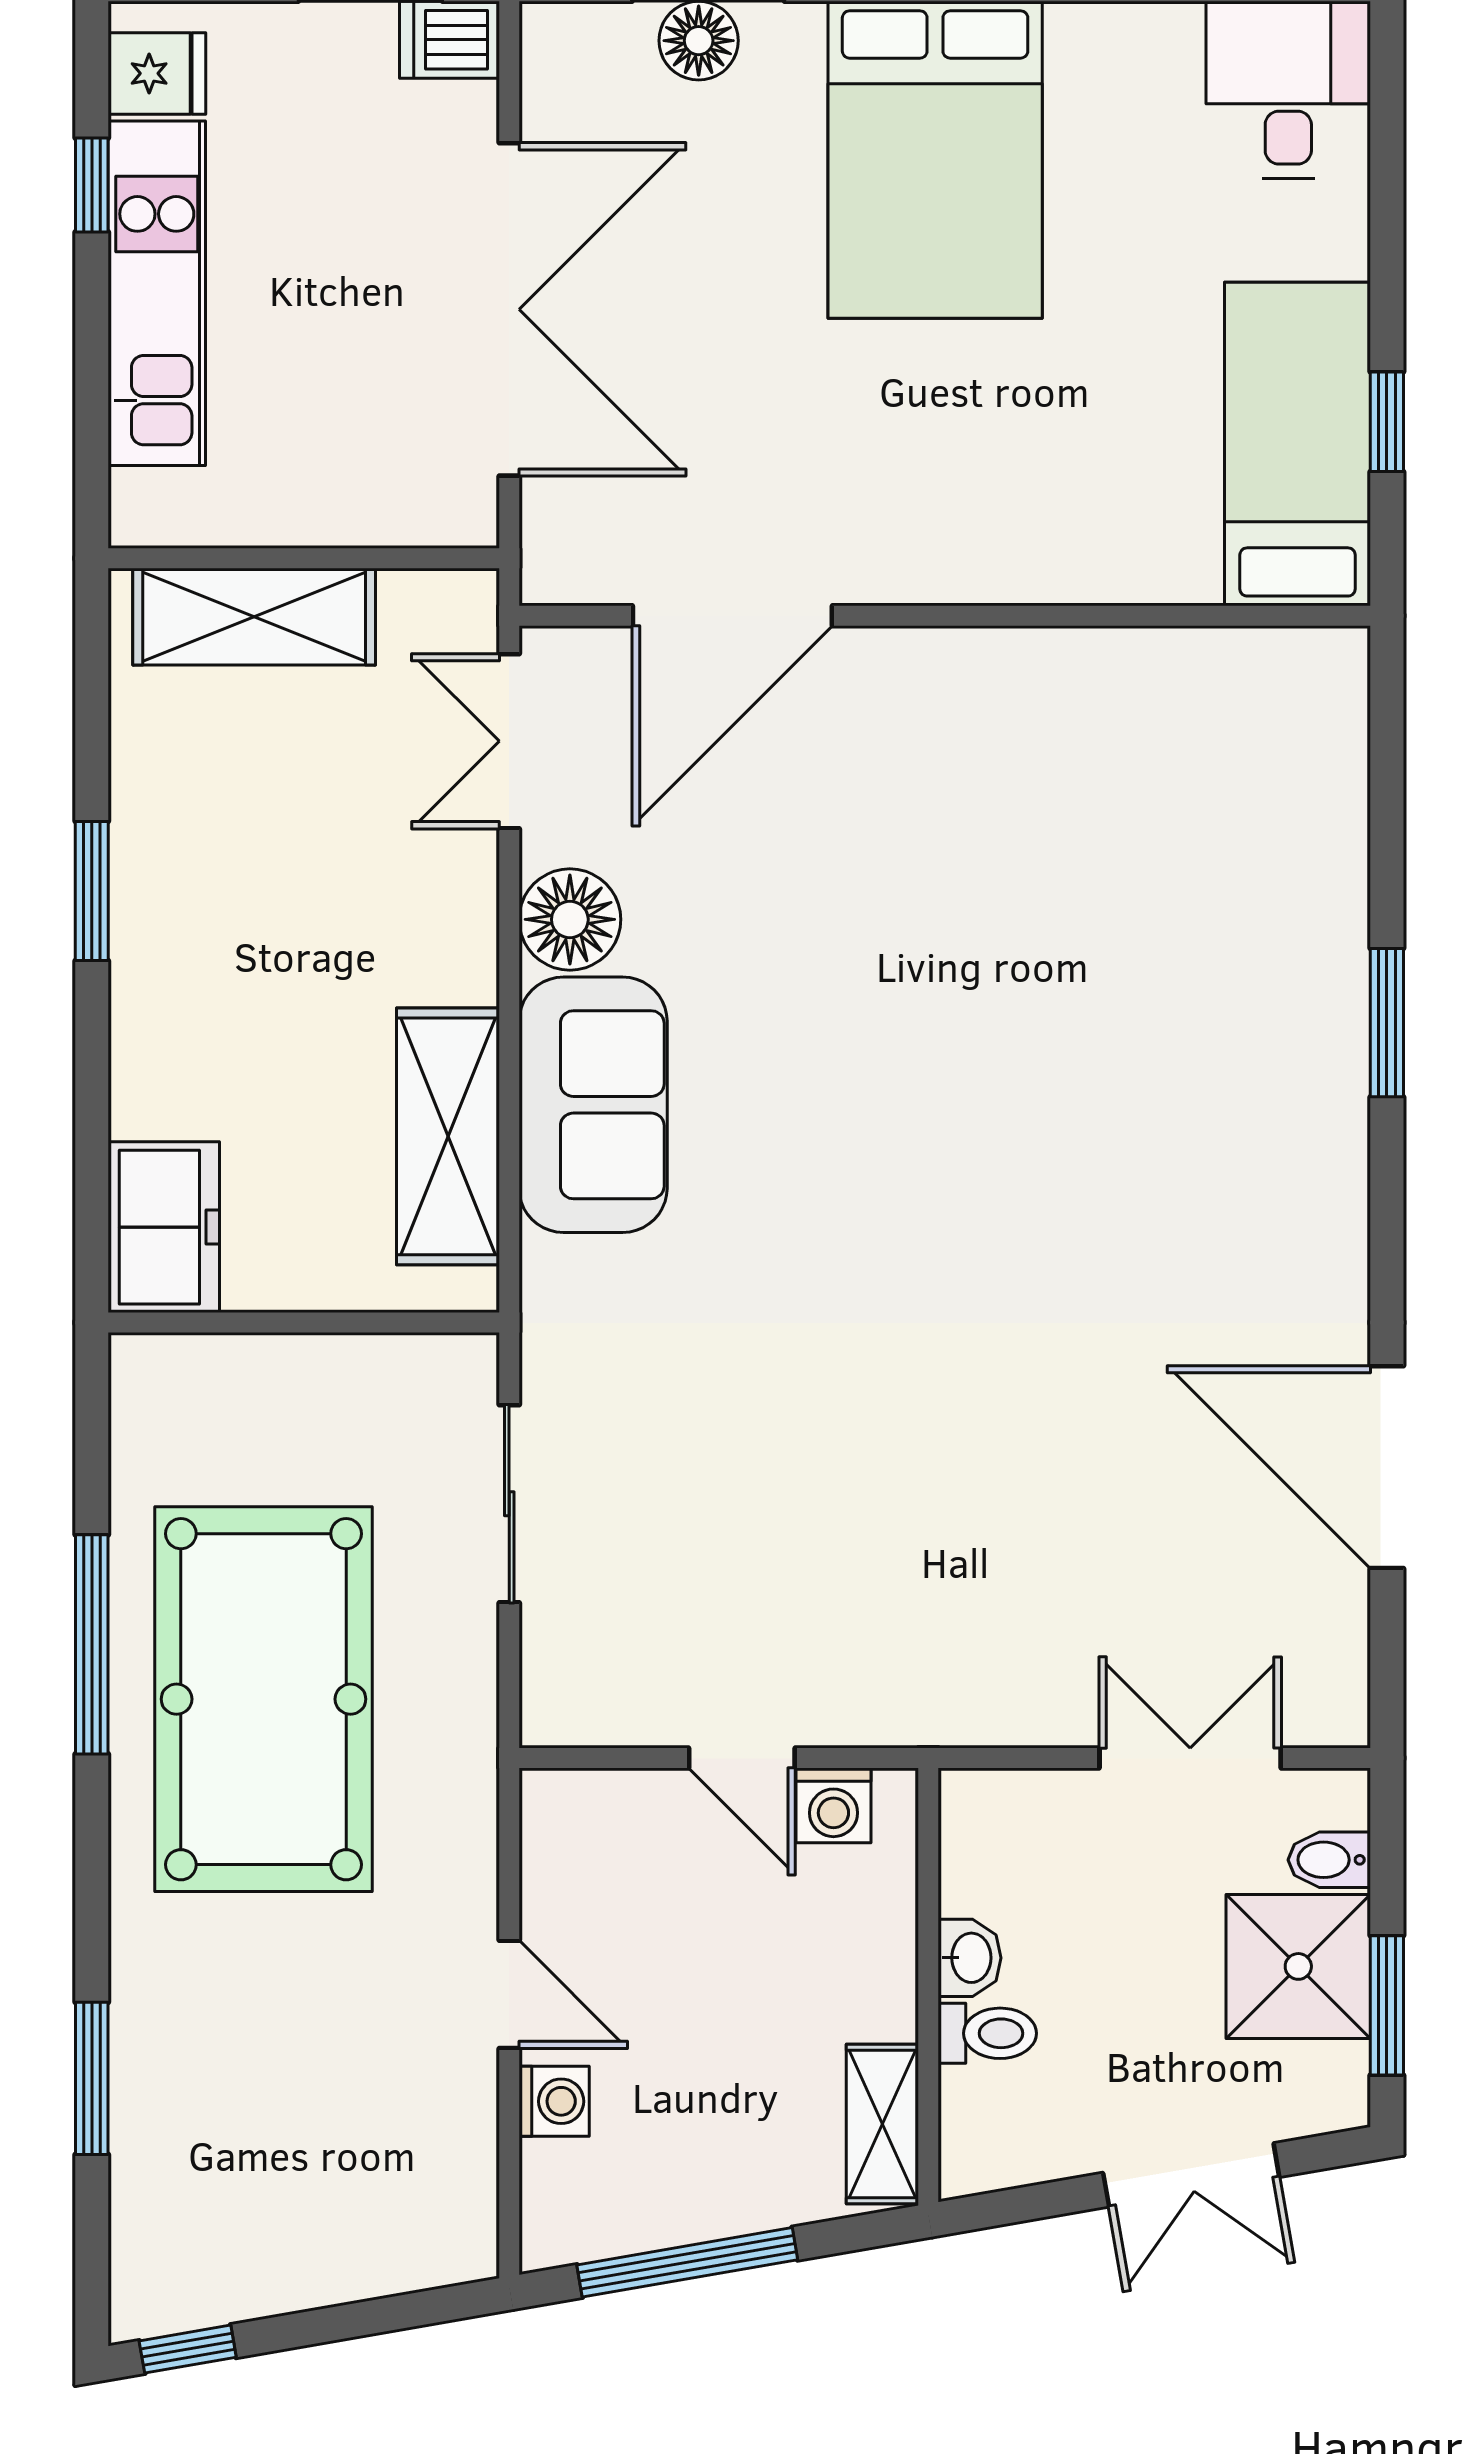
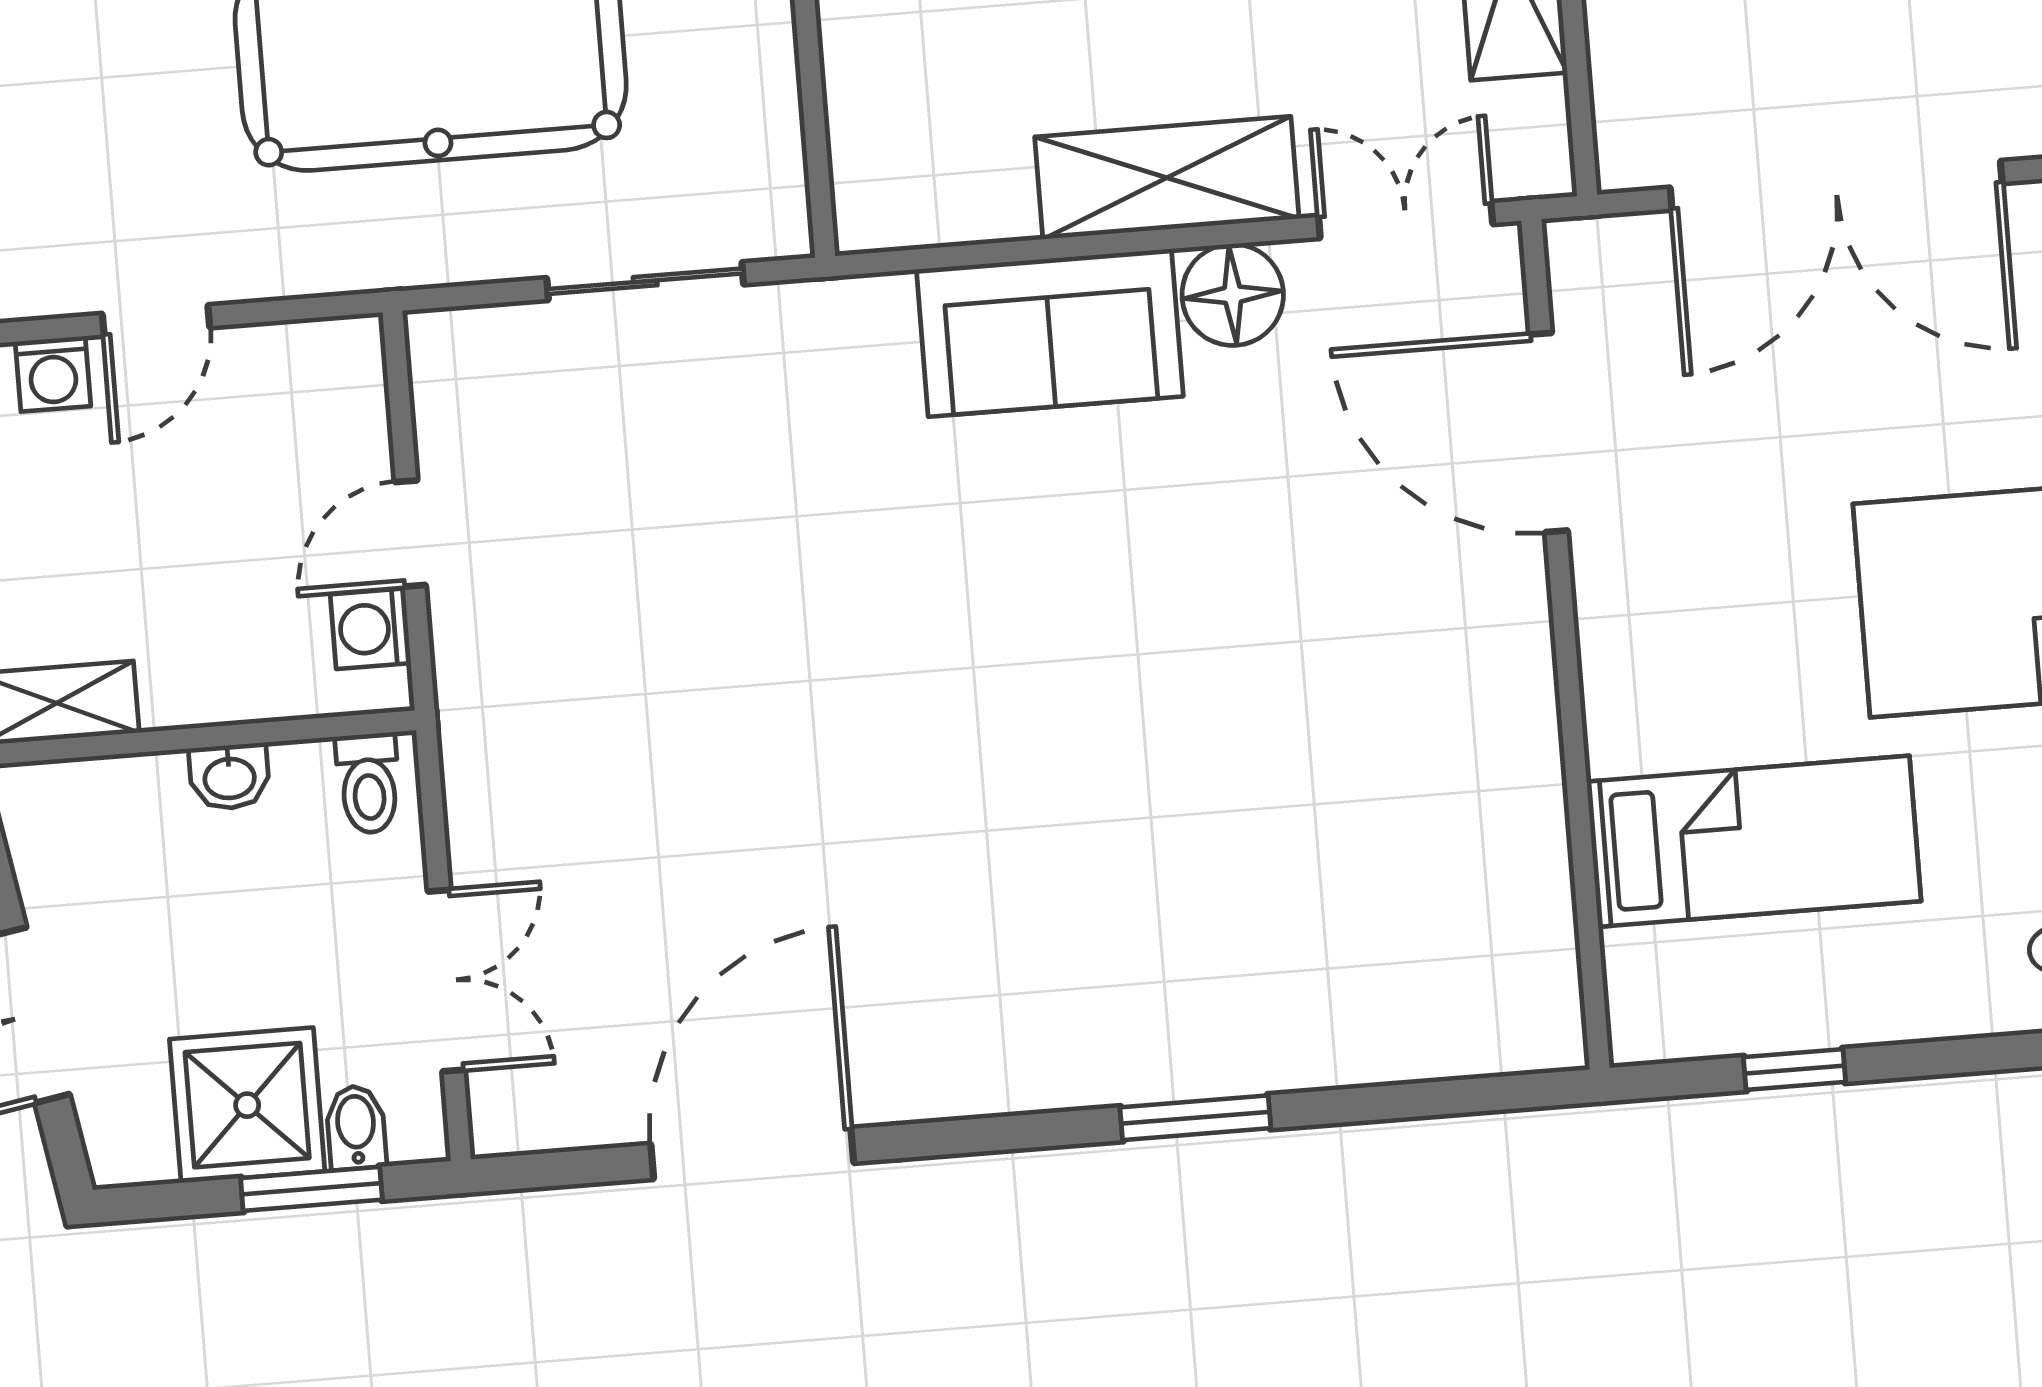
bed: (1298, 444) -> (1754, 841), moved
shelving: (448, 1136) -> (1167, 178), moved
window: (1387, 2005) -> (311, 1189), moved
toilet: (987, 2033) -> (368, 783), moved

